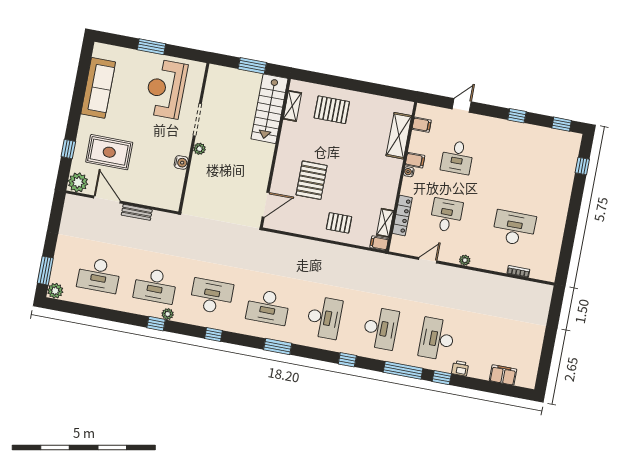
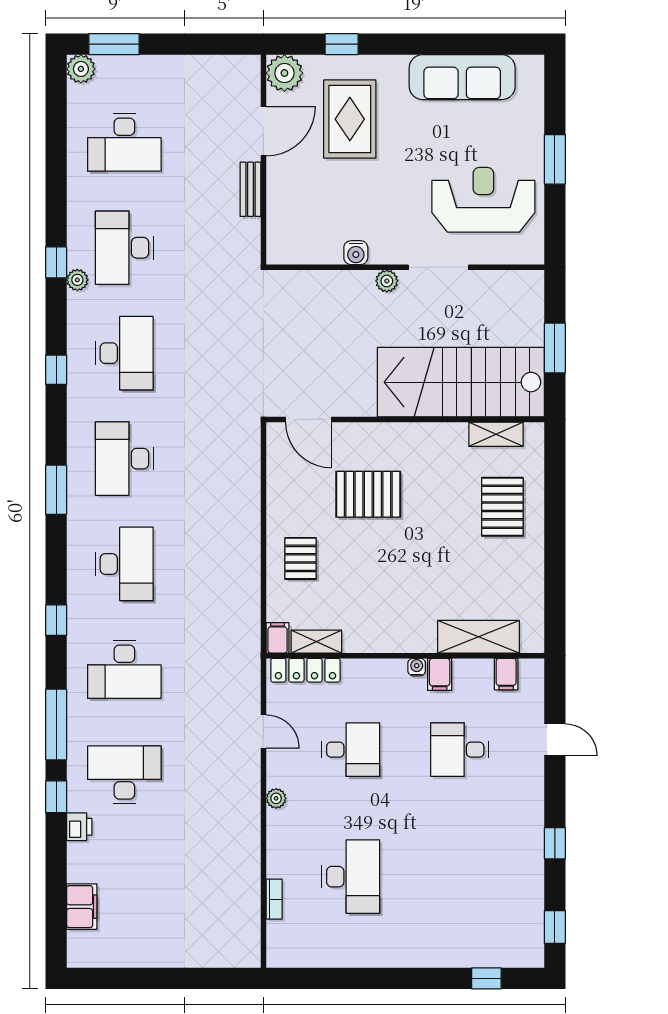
stairs: (269, 109) -> (461, 382), width x1.36, depth x1.51
locker: (402, 216) -> (305, 670), moved
desk: (99, 275) -> (124, 142), turned -90
desk: (324, 318) -> (124, 564), turned -90

